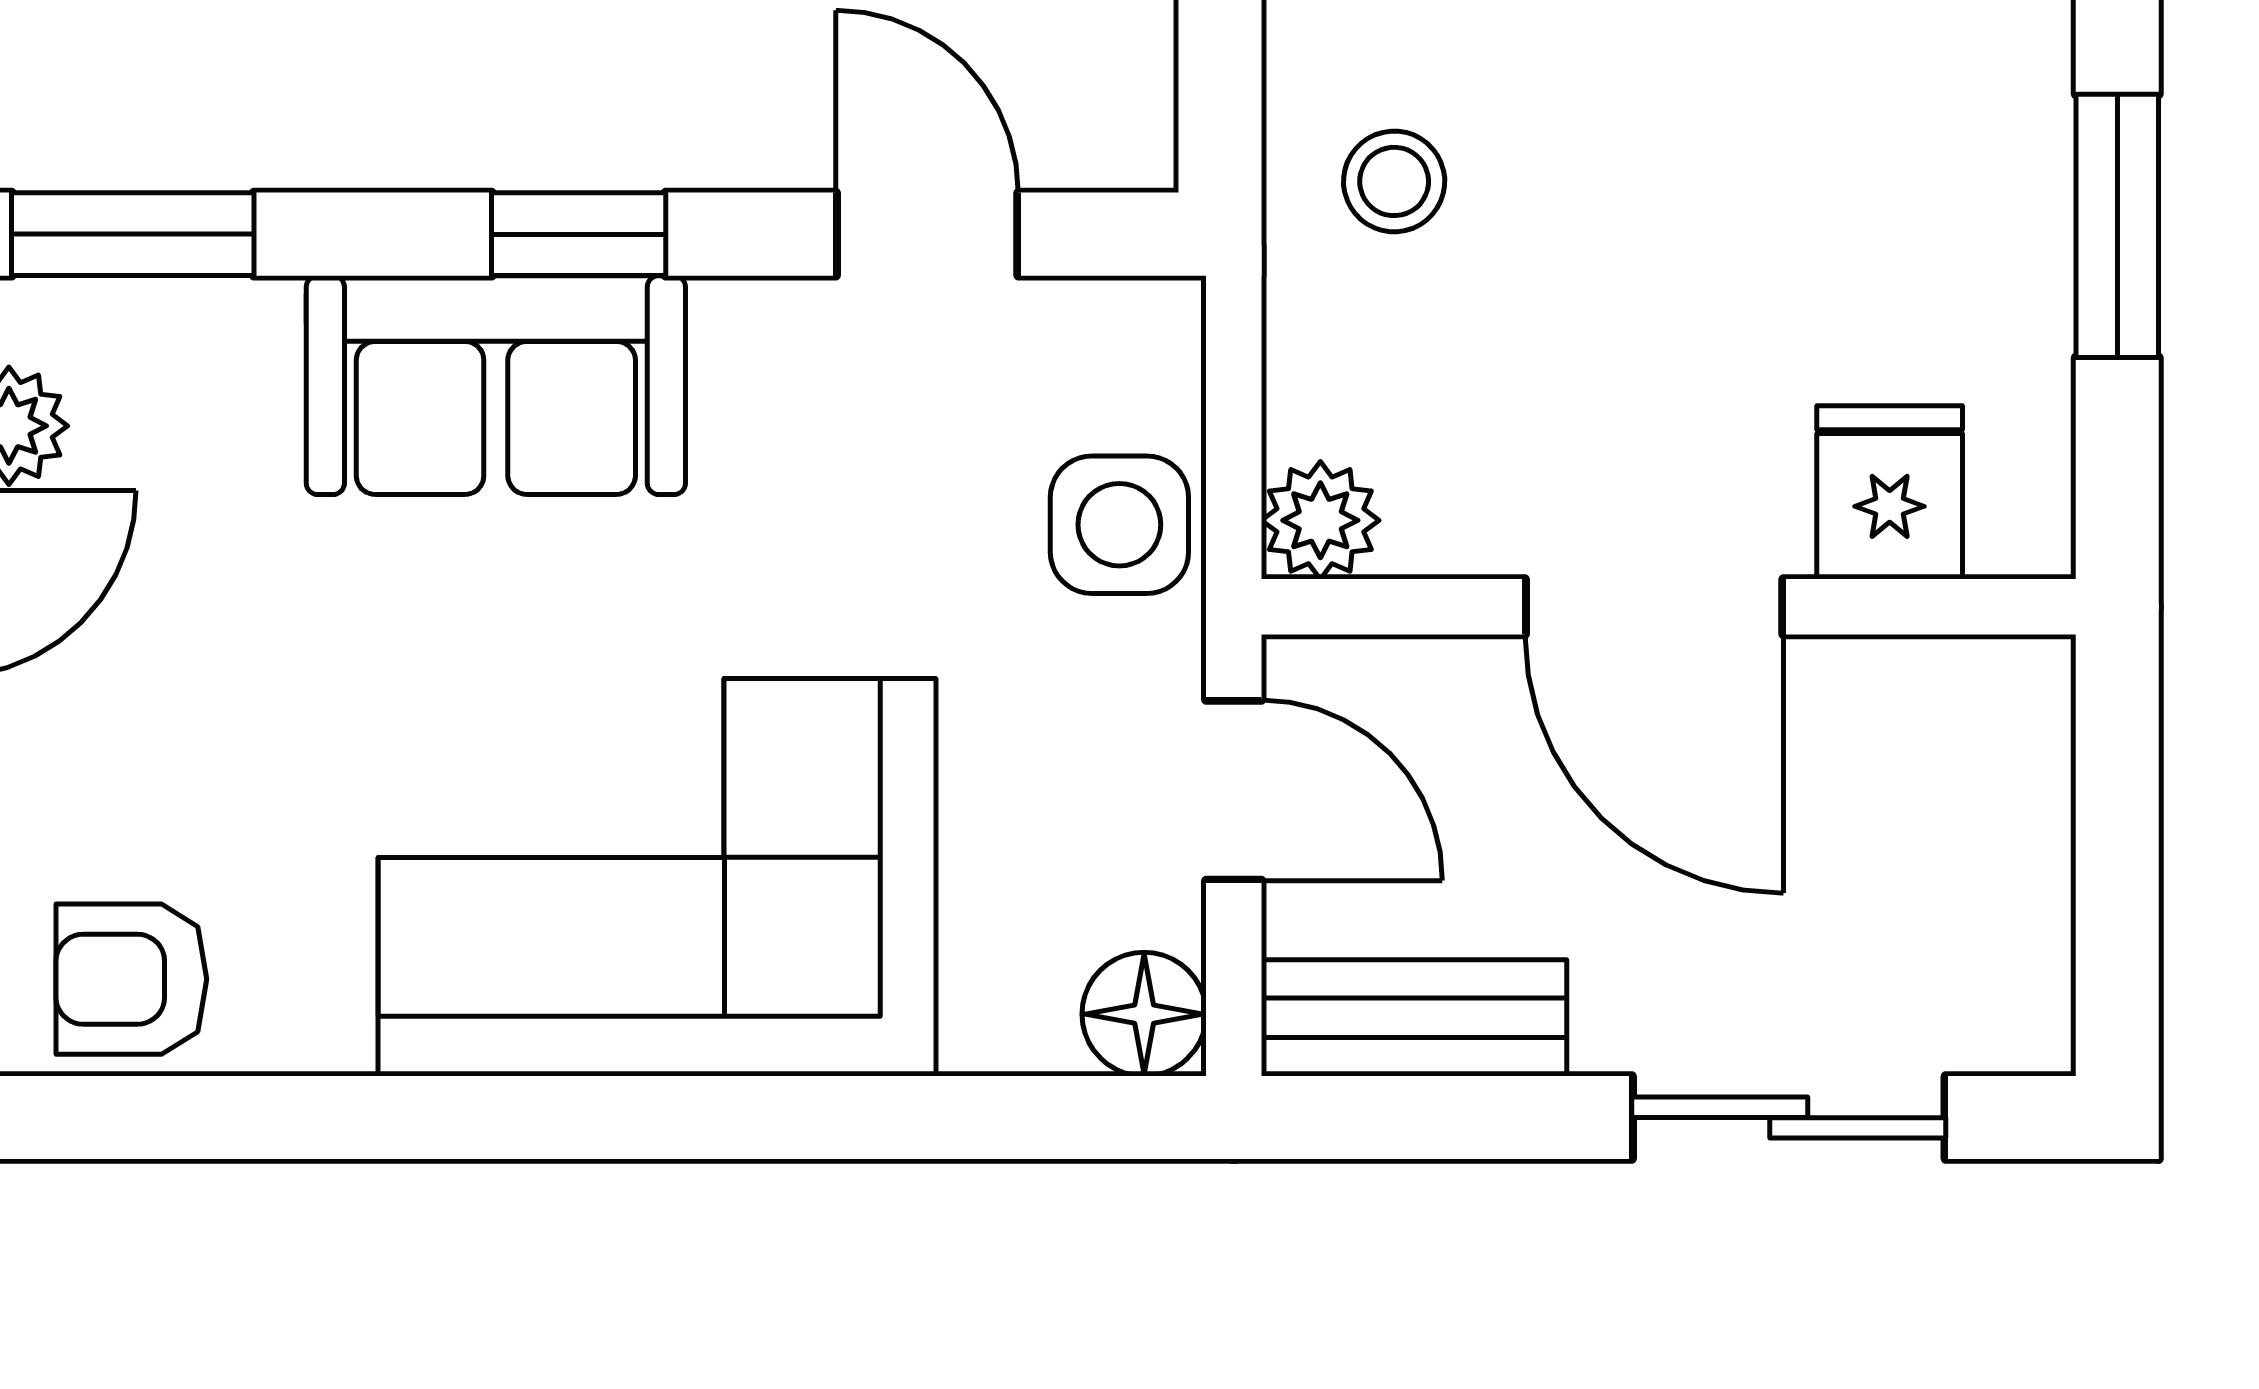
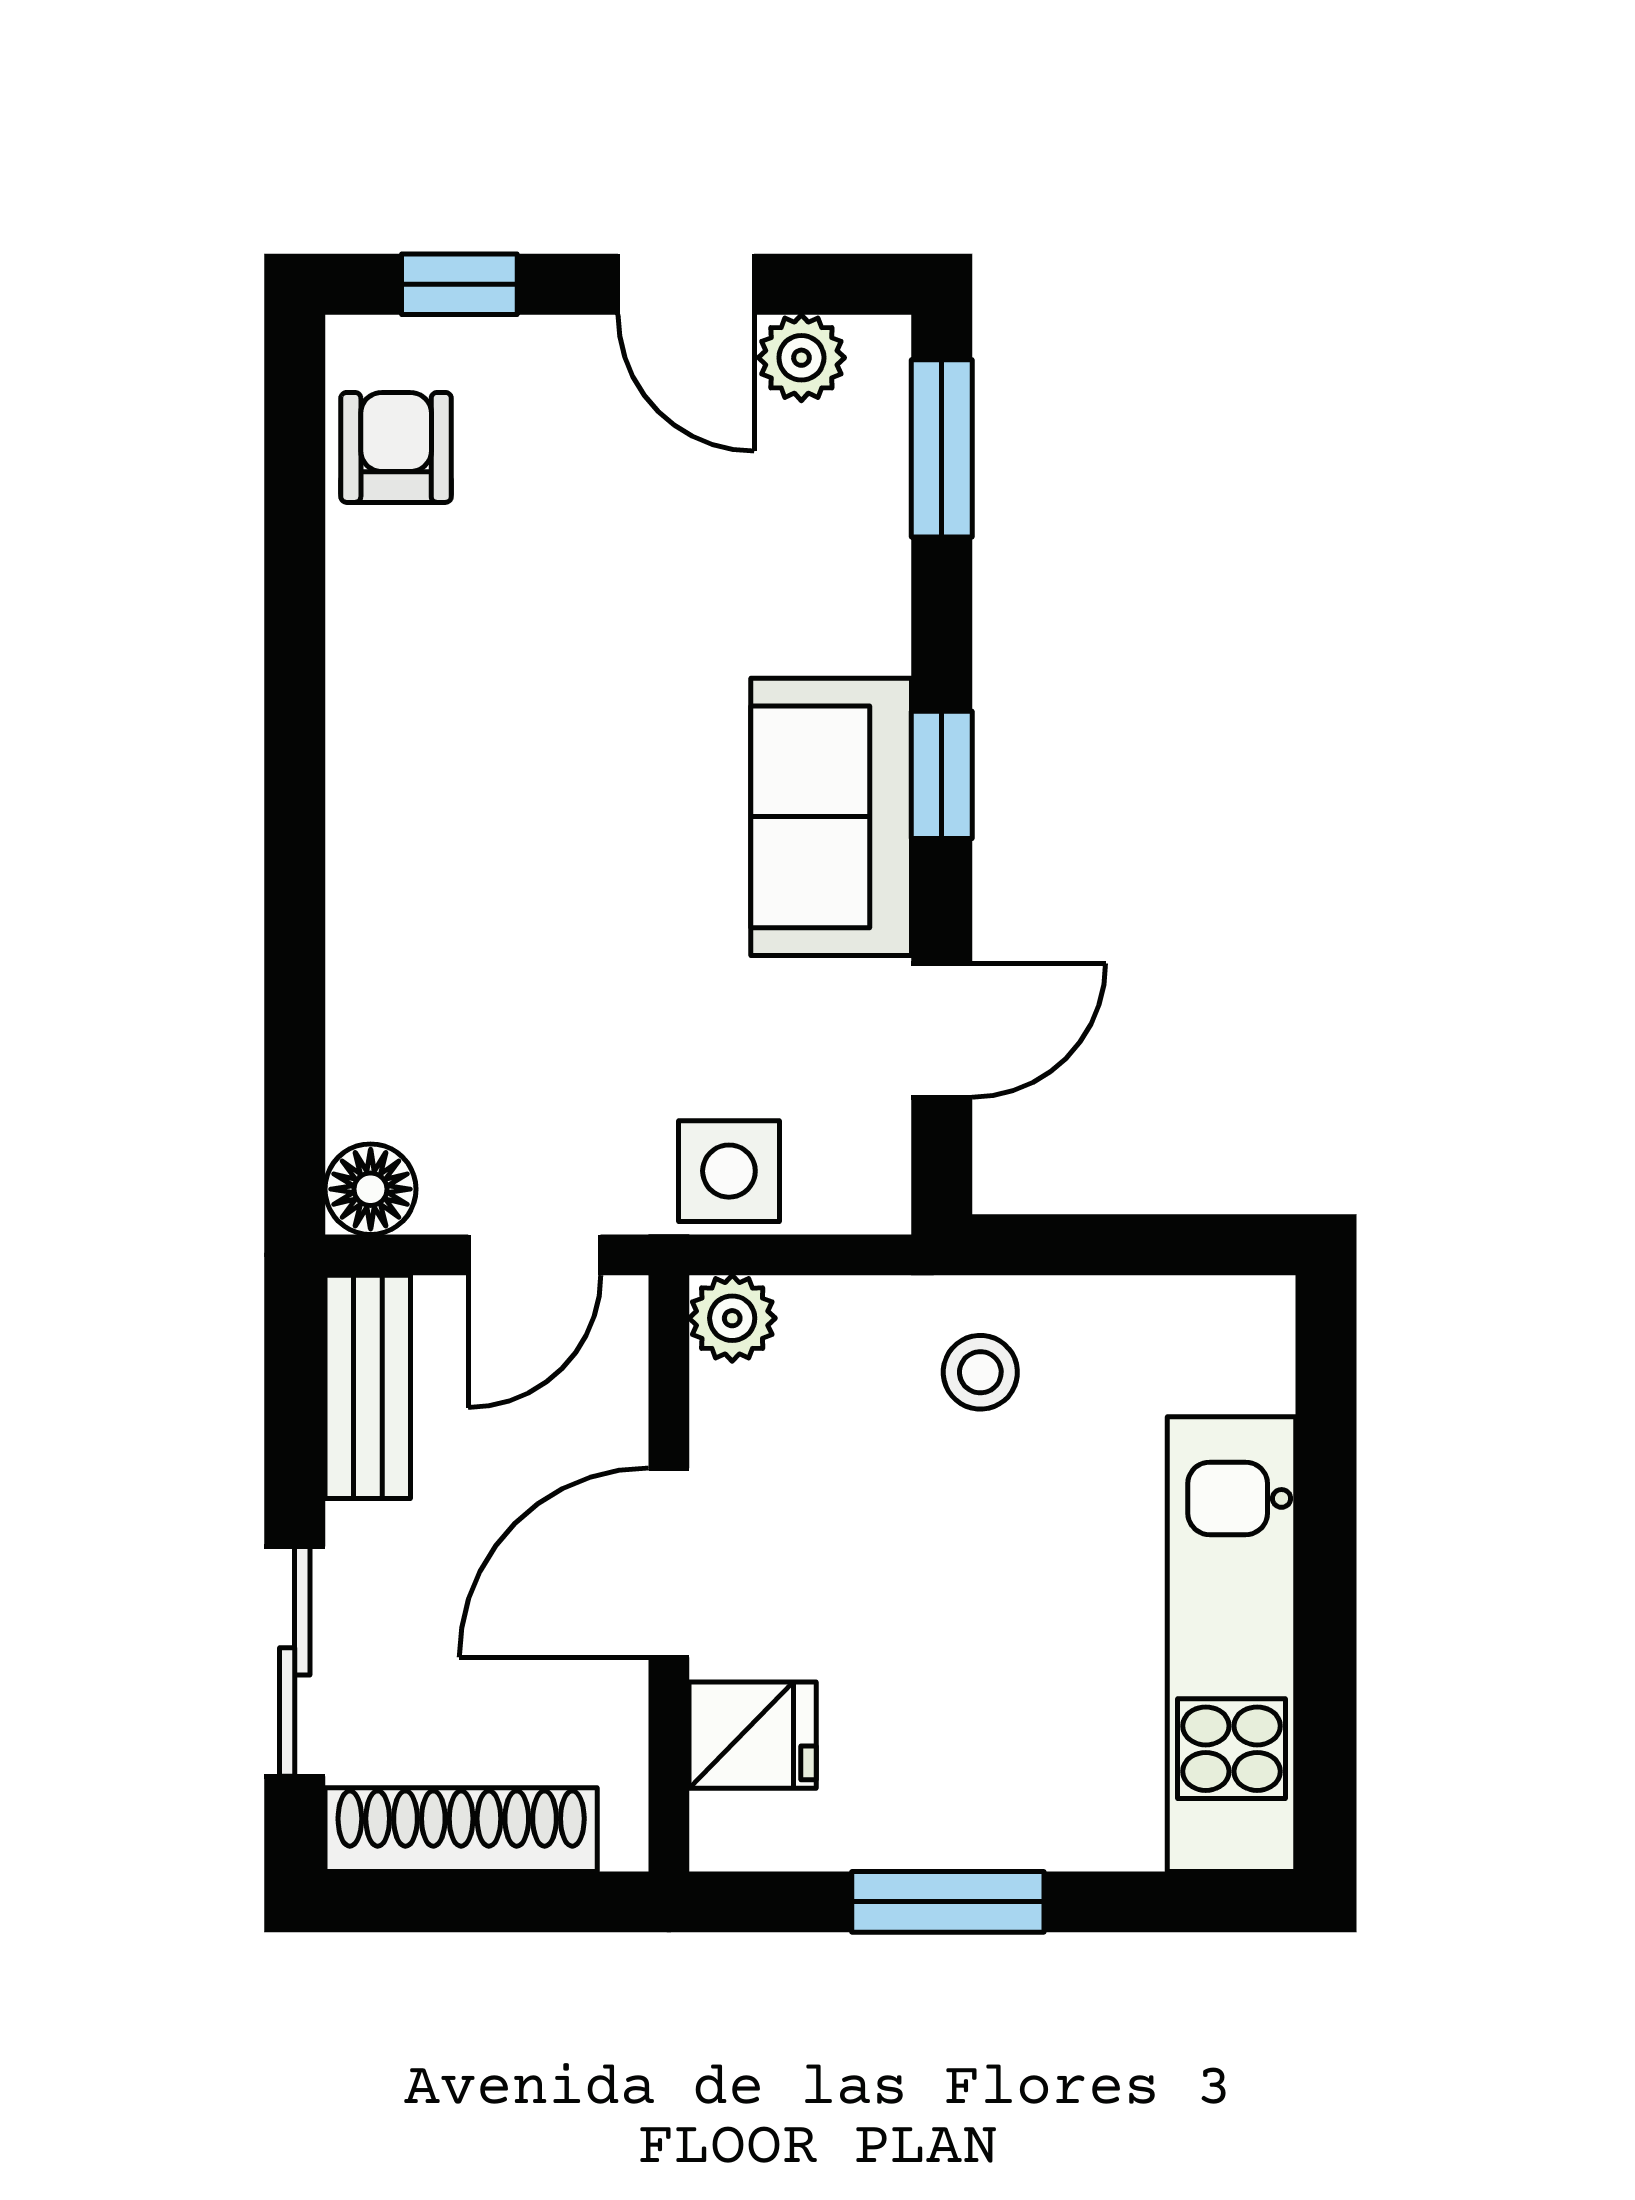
sofa: (496, 385) -> (831, 817), moved
corner sofa: (657, 877) -> (471, 833), removed
shoe rack: (2018, 890) -> (461, 1830), added

